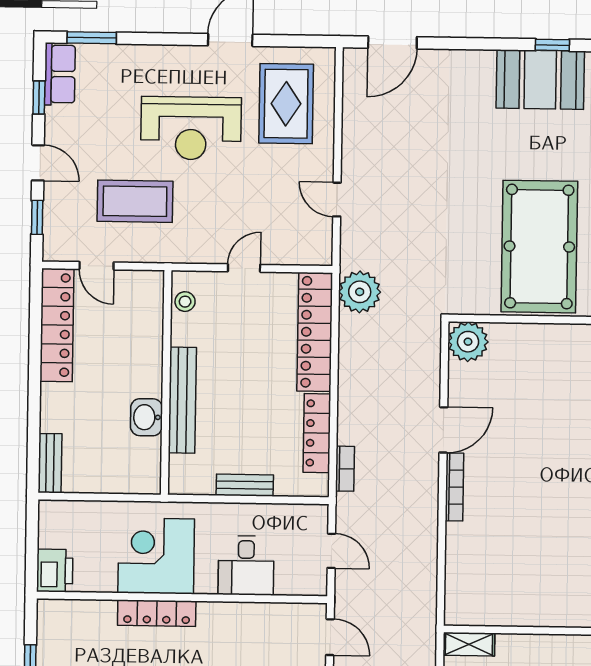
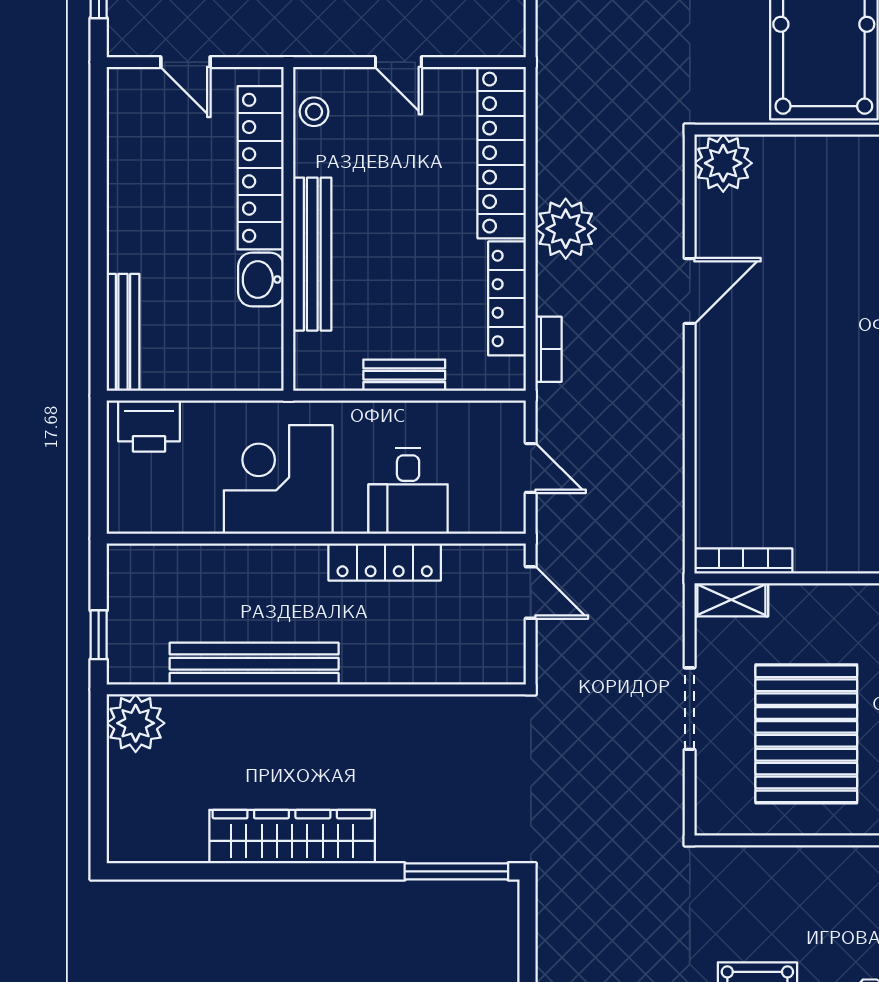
door: (244, 268) -> (398, 62), swing flipped
plant: (360, 292) -> (566, 229), moved
locker: (57, 325) -> (261, 168), moved, turned 180
bench: (50, 463) -> (123, 332), width x1.36
bookcase: (454, 487) -> (743, 561), moved, turned -90
printer: (55, 571) -> (149, 426), moved, turned 90
locker: (157, 613) -> (385, 562), moved

